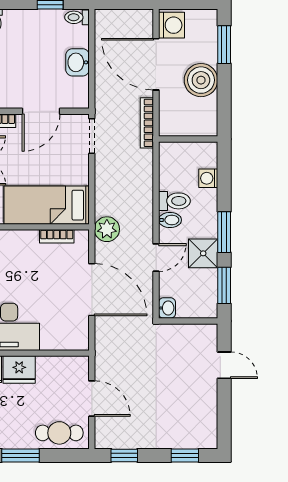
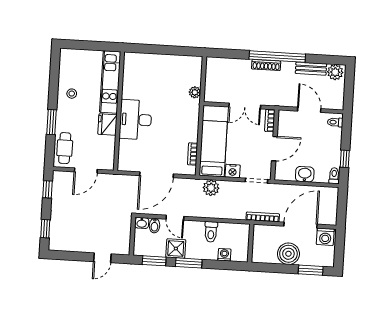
door: (41, 111) -> (274, 149), swing flipped
nightstand: (79, 173) -> (233, 171), added
bidet: (170, 220) -> (155, 226), moved
plant: (107, 229) -> (211, 188), moved

